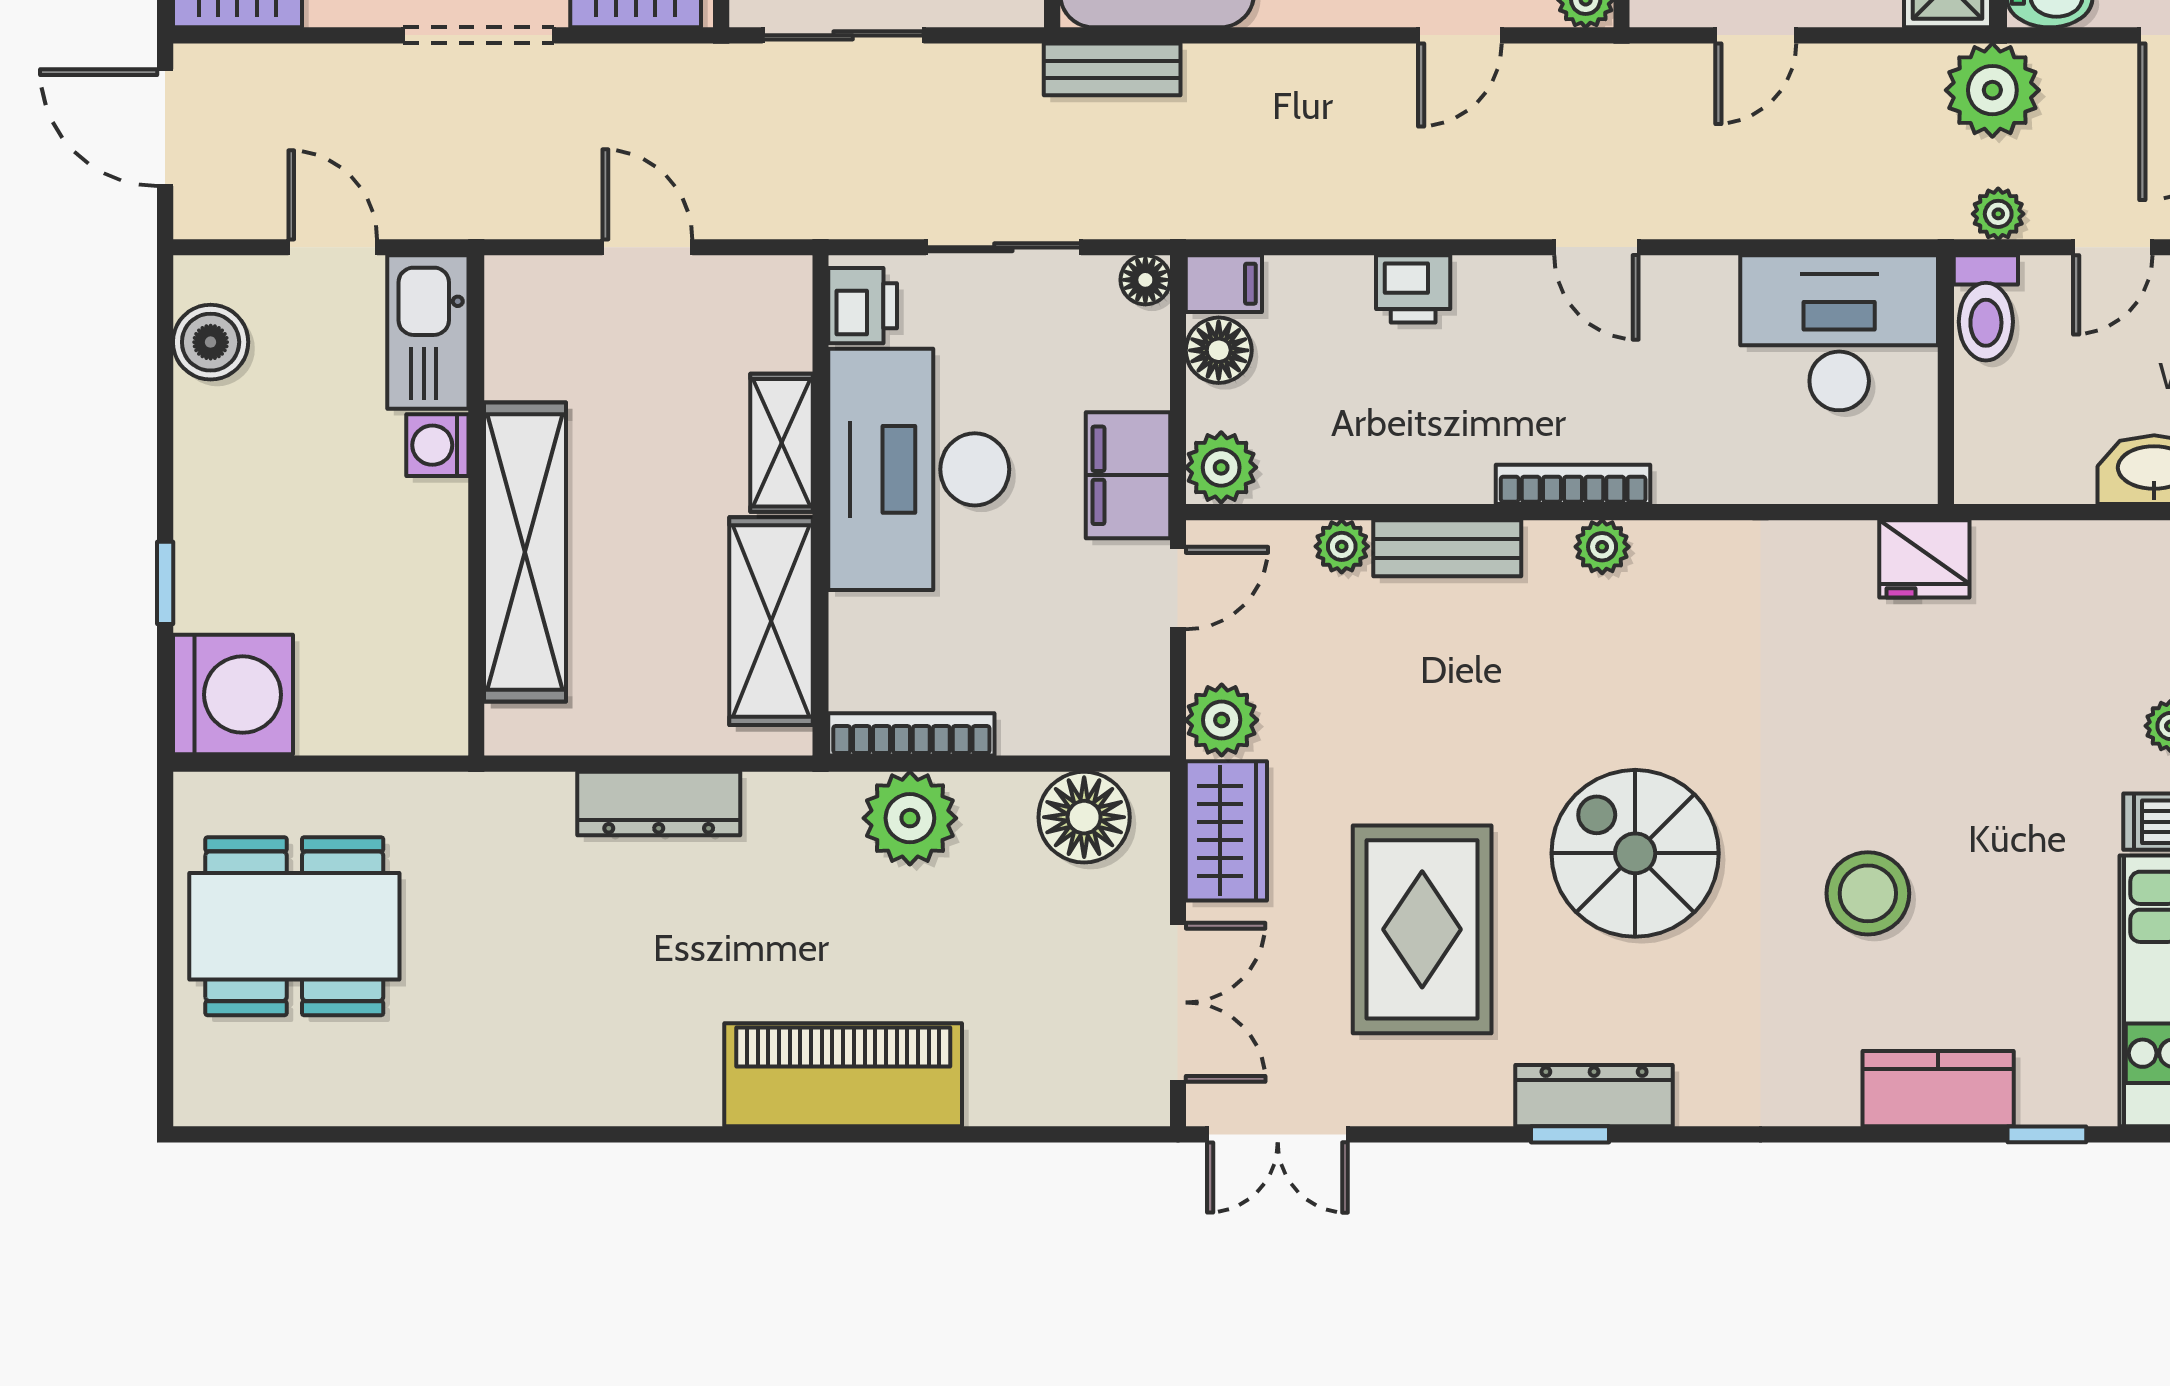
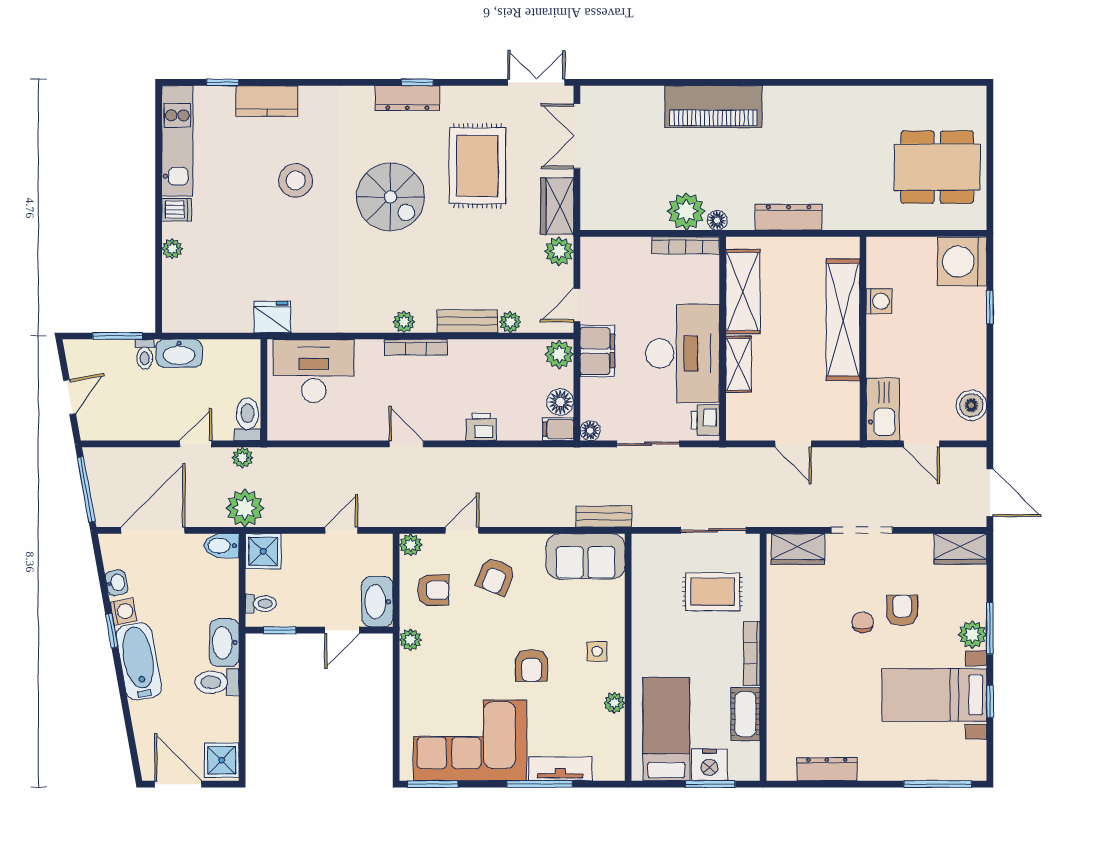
desk: (1839, 333) -> (314, 371), moved, turned 180
washing machine: (437, 445) -> (879, 301), moved
floor lamp: (1084, 817) -> (717, 220), moved, width x0.53, depth x0.53

